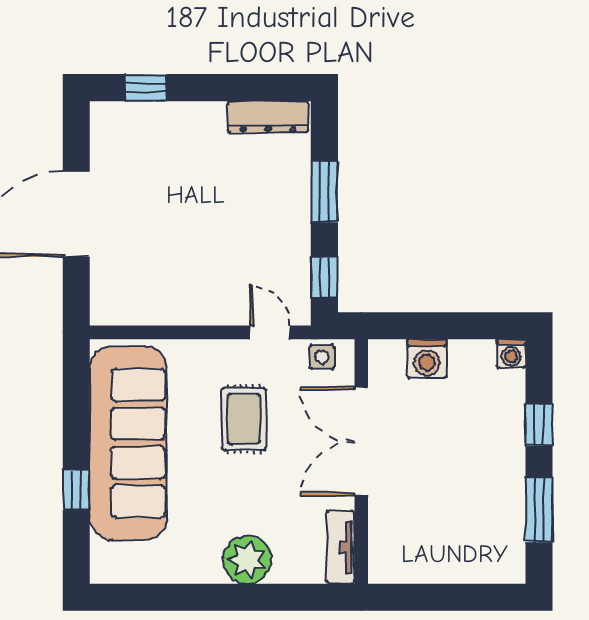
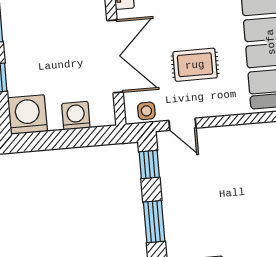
washing machine: (511, 354) -> (27, 115), width x1.89, depth x1.89
rug: (244, 419) -> (195, 65), turned 90

